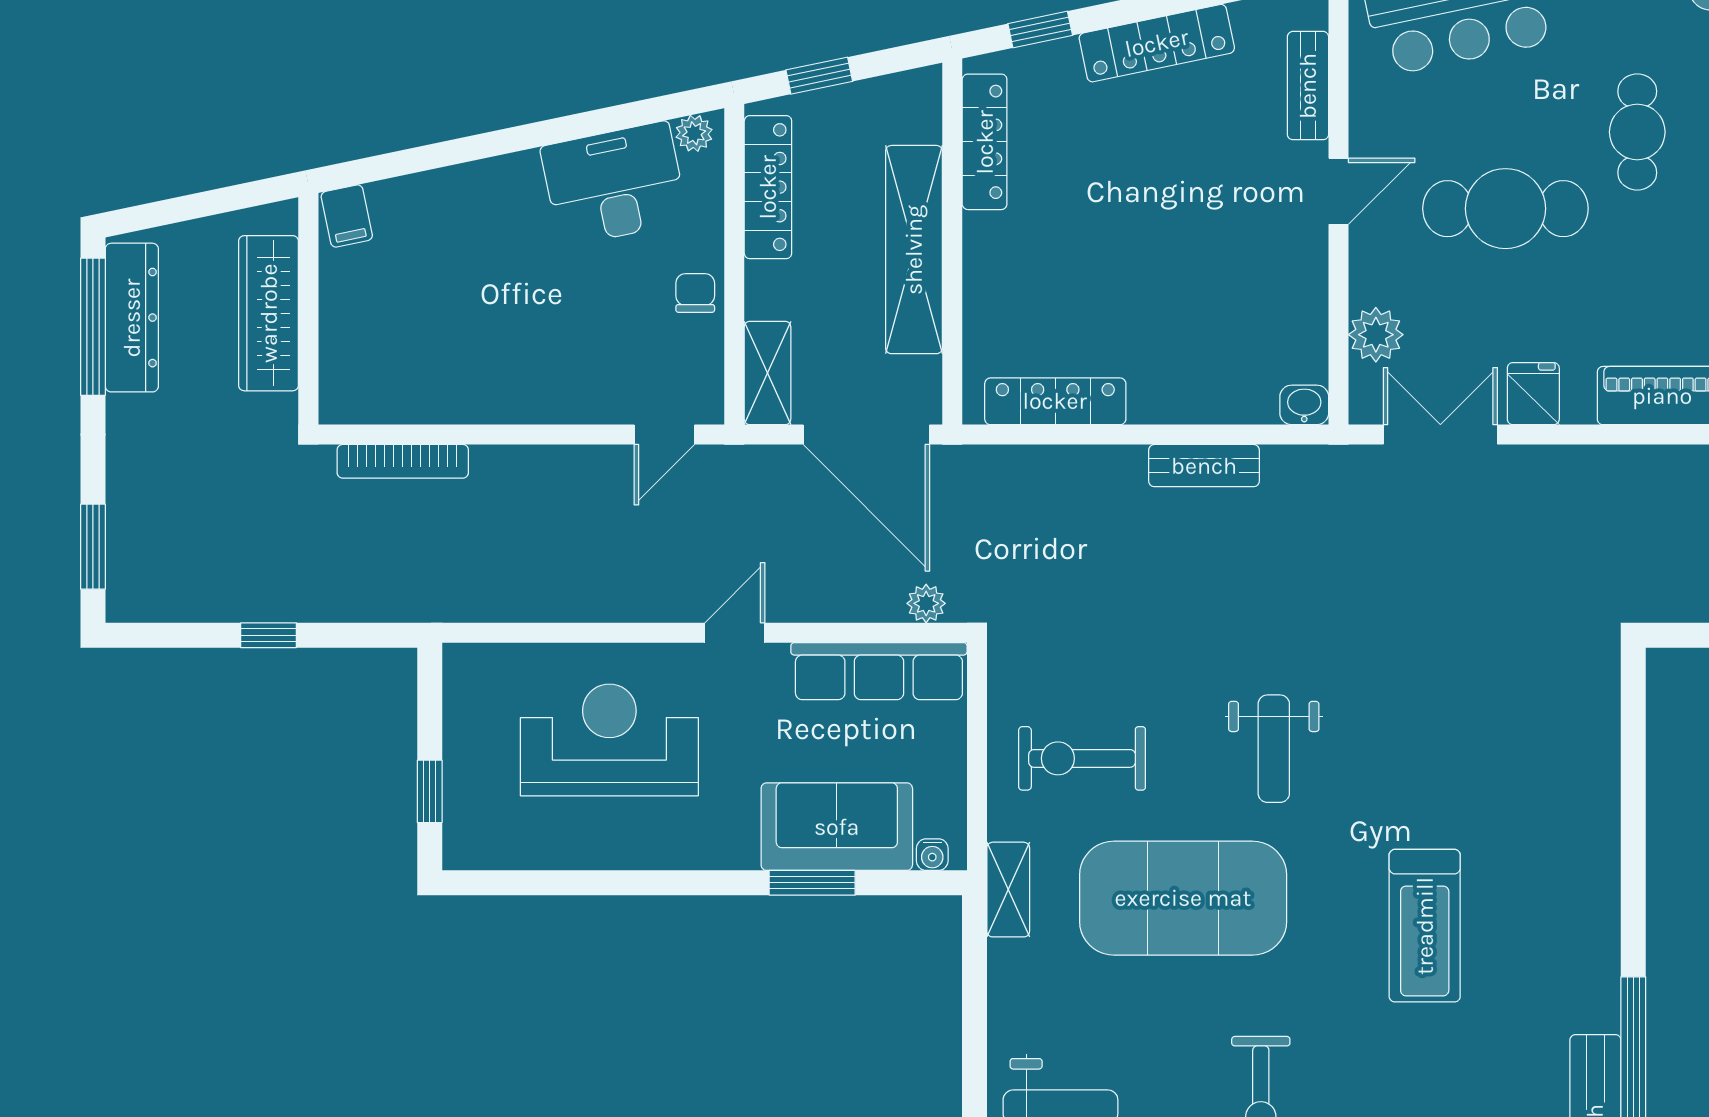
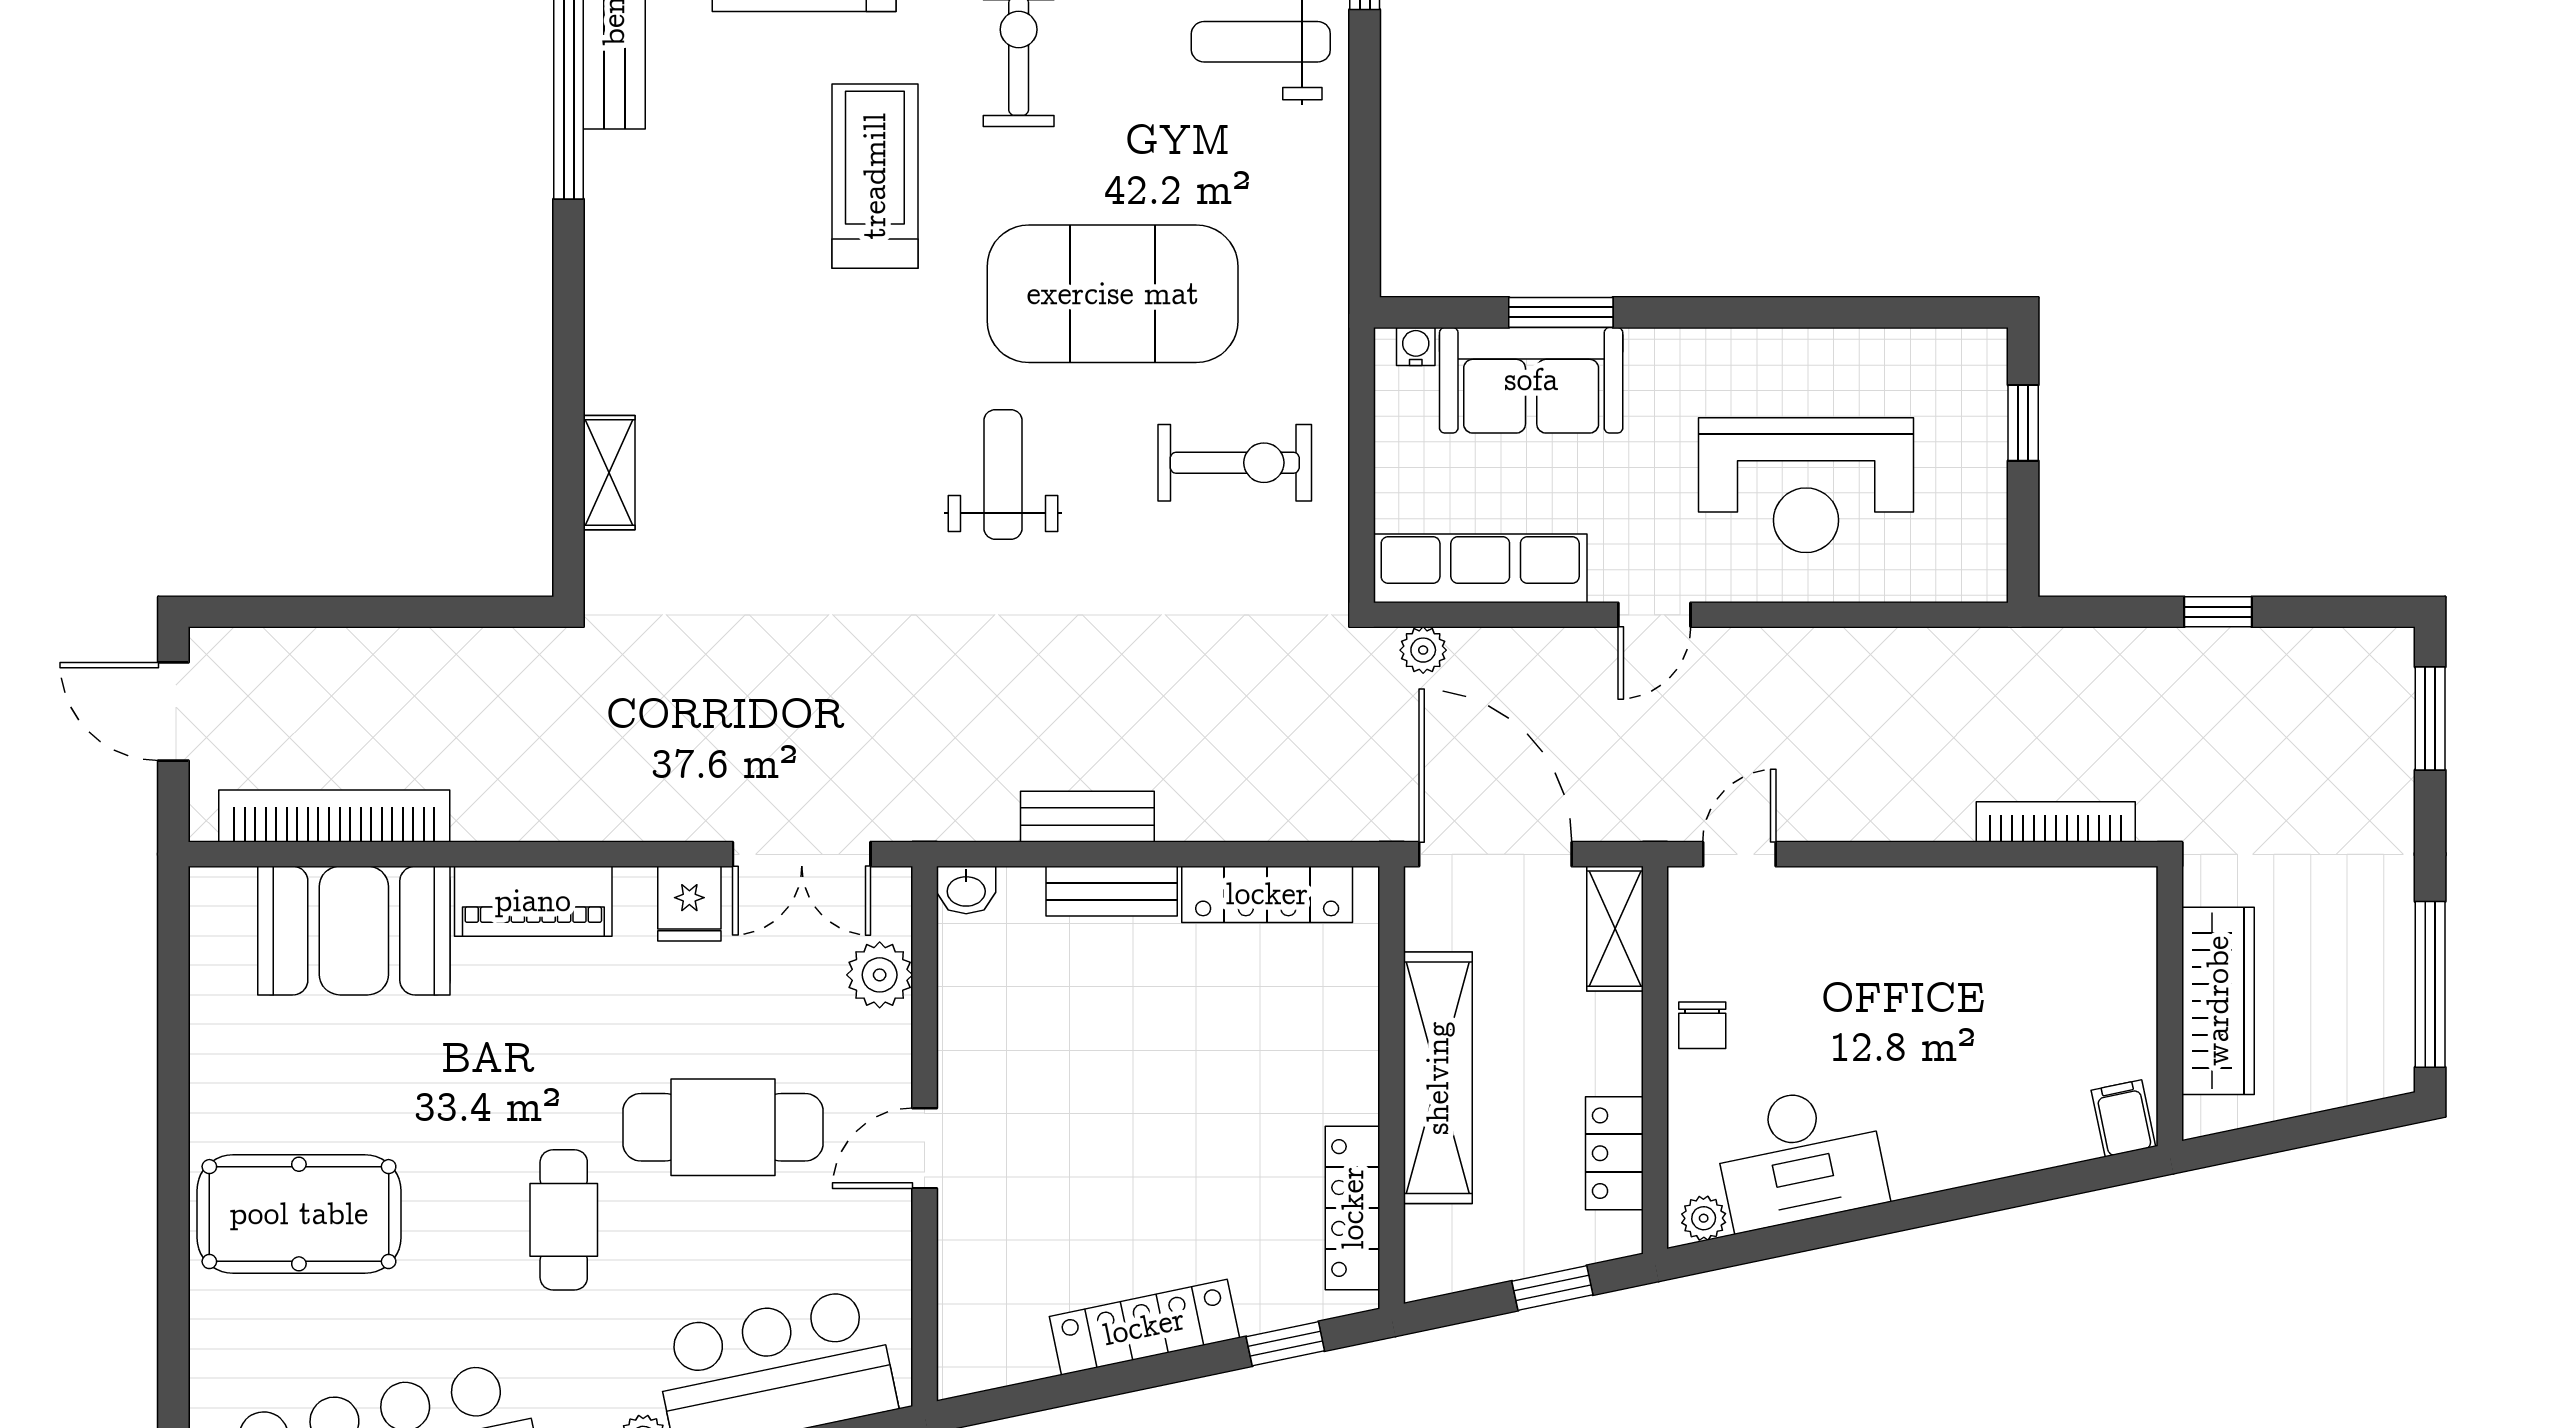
bench: (1308, 86) -> (1112, 891), moved, turned 90
locker: (768, 187) -> (1614, 1153), width x0.66
dresser: (132, 318) -> (2383, 996), removed
shelving: (1008, 890) -> (609, 473), moved
treadmill: (1425, 926) -> (875, 176), moved

